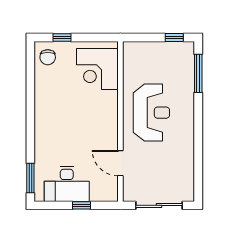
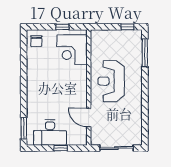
window: (62, 38) -> (62, 27), moved
reception desk: (151, 113) -> (111, 81), turned 180

